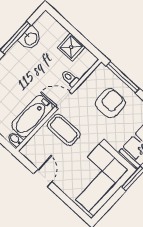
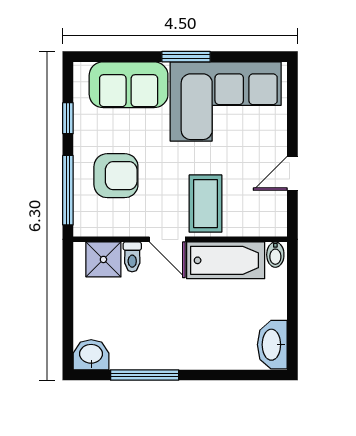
washbasin: (30, 39) -> (91, 355), moved
shower: (71, 47) -> (103, 259), moved
armchair: (110, 103) -> (116, 176), turned 180

